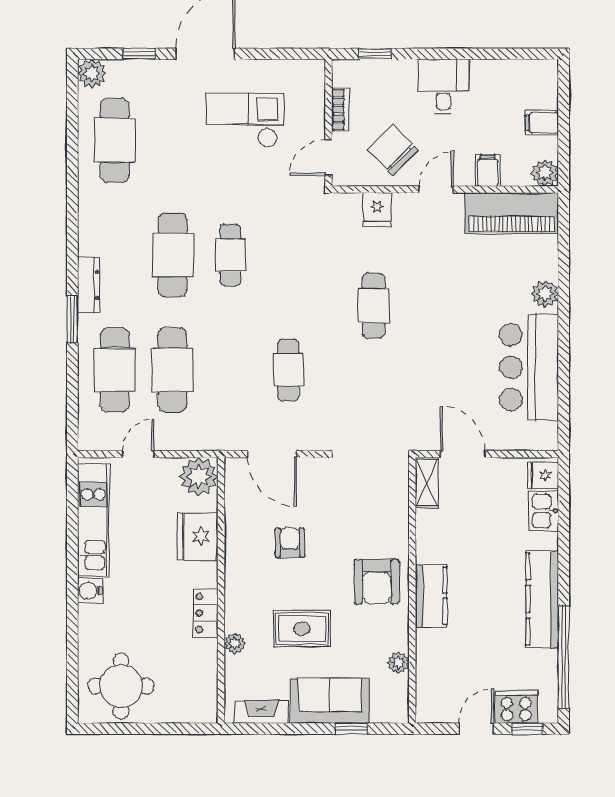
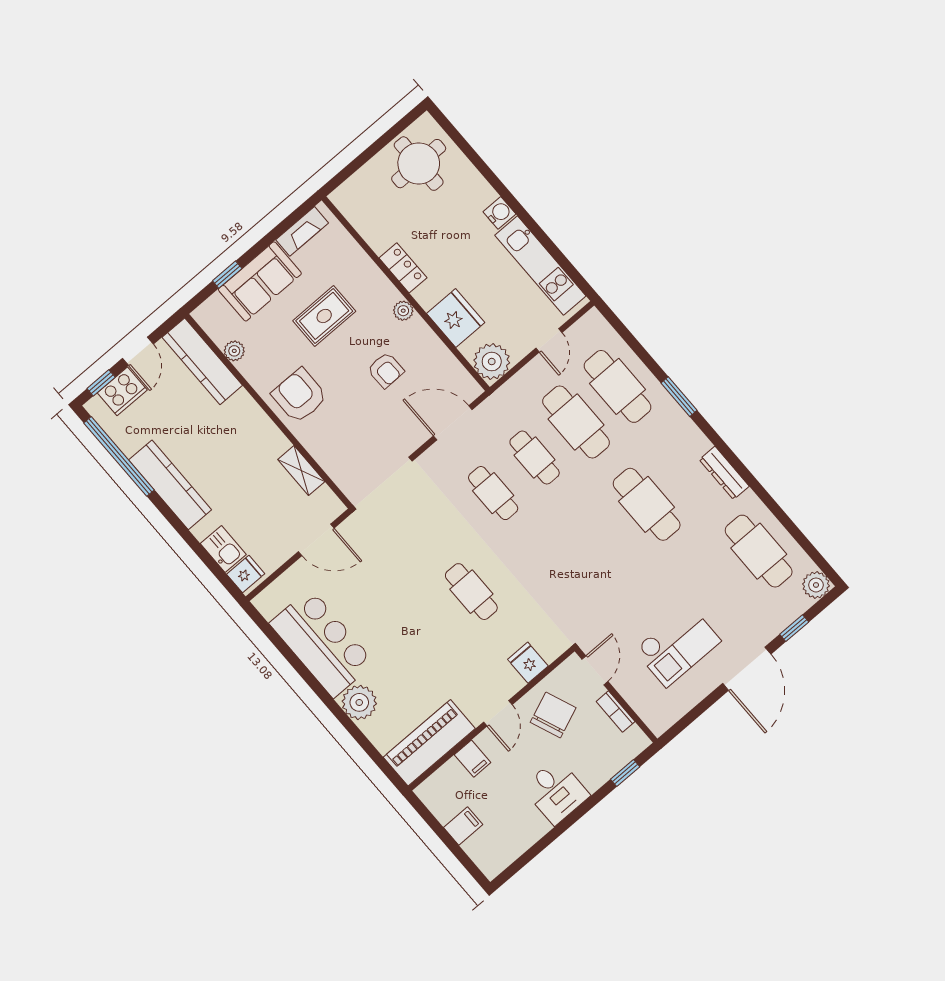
chair: (393, 150) -> (553, 715), turned -68
plant: (545, 173) -> (430, 792), removed
cafe table: (230, 255) -> (535, 458), moved
dresser: (89, 285) -> (724, 473), moved
plant: (545, 294) -> (359, 702), width x1.36, depth x1.36
shelving: (427, 483) -> (301, 471), moved
kitchen counter: (431, 596) -> (202, 361), moved, width x1.50
plant: (235, 643) -> (403, 311), moved

